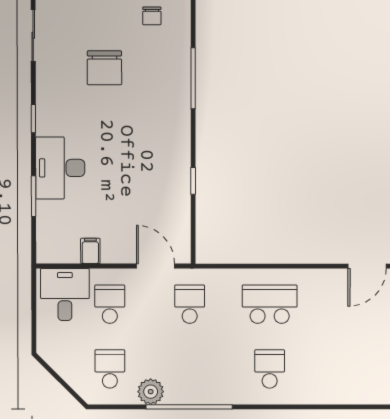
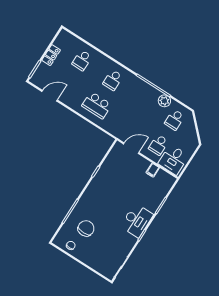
chair: (104, 68) -> (86, 228), moved
desk: (60, 168) -> (137, 221), moved
door: (156, 266) -> (131, 148), swing flipped
school desk: (190, 304) -> (82, 60), moved

